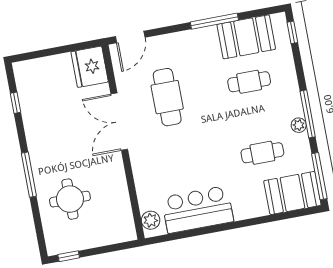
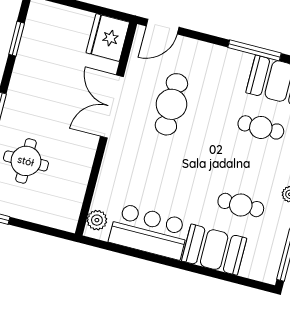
window: (15, 103) -> (17, 39), width x1.50
booth: (292, 193) -> (214, 250), moved

